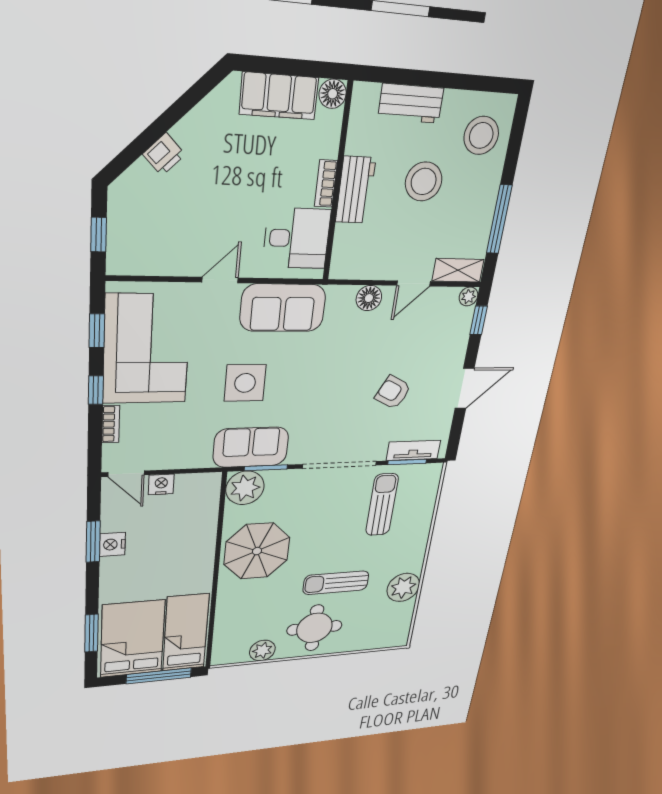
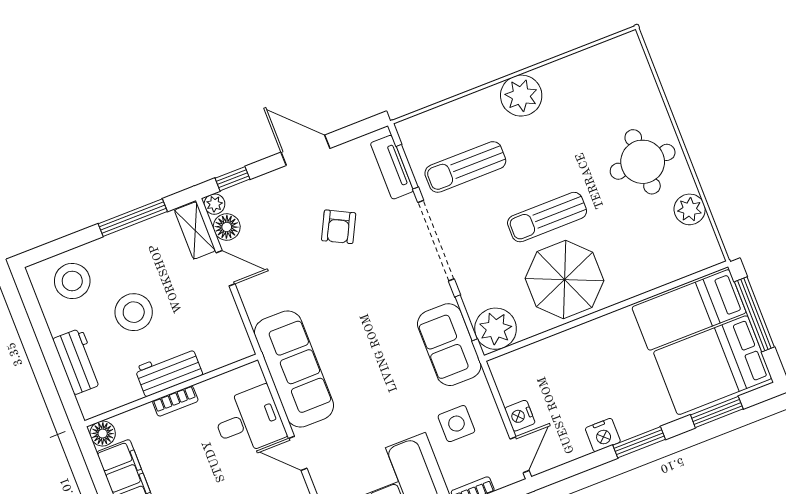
desk: (297, 238) -> (249, 421), moved, turned 90
floor lamp: (369, 298) -> (227, 227), moved
sofa: (283, 308) -> (294, 369), width x1.36
side table: (245, 383) -> (456, 424), moved, width x0.73, depth x0.73
window: (93, 542) -> (639, 442), moved
sun lounger: (336, 583) -> (547, 217), moved, turned 90
plant: (403, 587) -> (521, 96), moved

